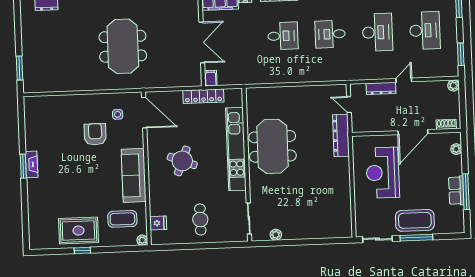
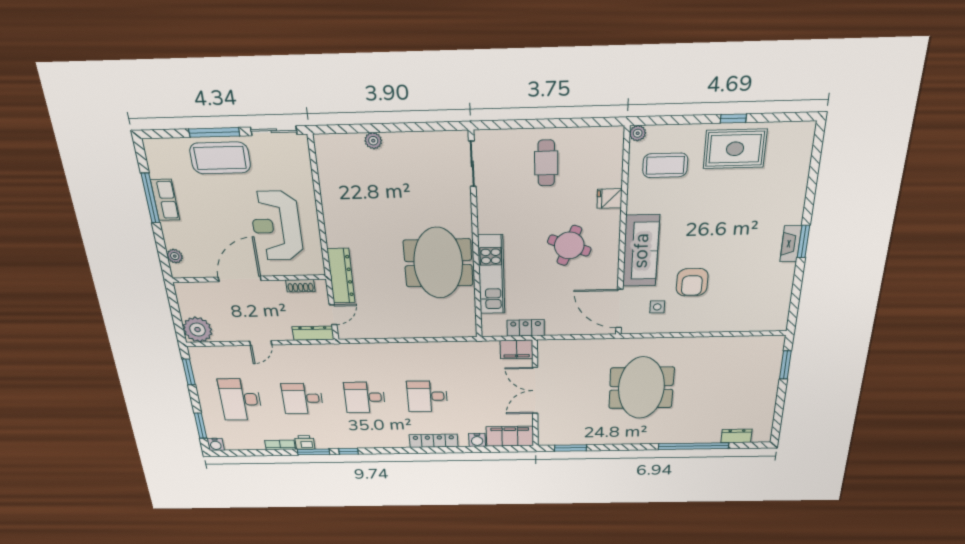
desk: (377, 32) -> (302, 398), width x0.73
desk: (330, 34) -> (365, 397), turned 180
filing cabinet: (211, 78) -> (516, 349), width x2.00
plant: (454, 86) -> (198, 330), width x1.88, depth x1.88
dresser: (381, 88) -> (313, 333), moved
locker: (203, 96) -> (526, 328), width x0.66
door: (349, 104) -> (333, 315), hinge flipped
shoe rack: (446, 124) -> (300, 286), moved
kitchen unit: (236, 149) -> (491, 275), width x0.73
reception desk: (383, 173) -> (276, 226), turned 180
sofa: (134, 175) -> (641, 251), moved
fridge: (158, 223) -> (609, 198), moved
plant: (276, 235) -> (373, 141), moved

